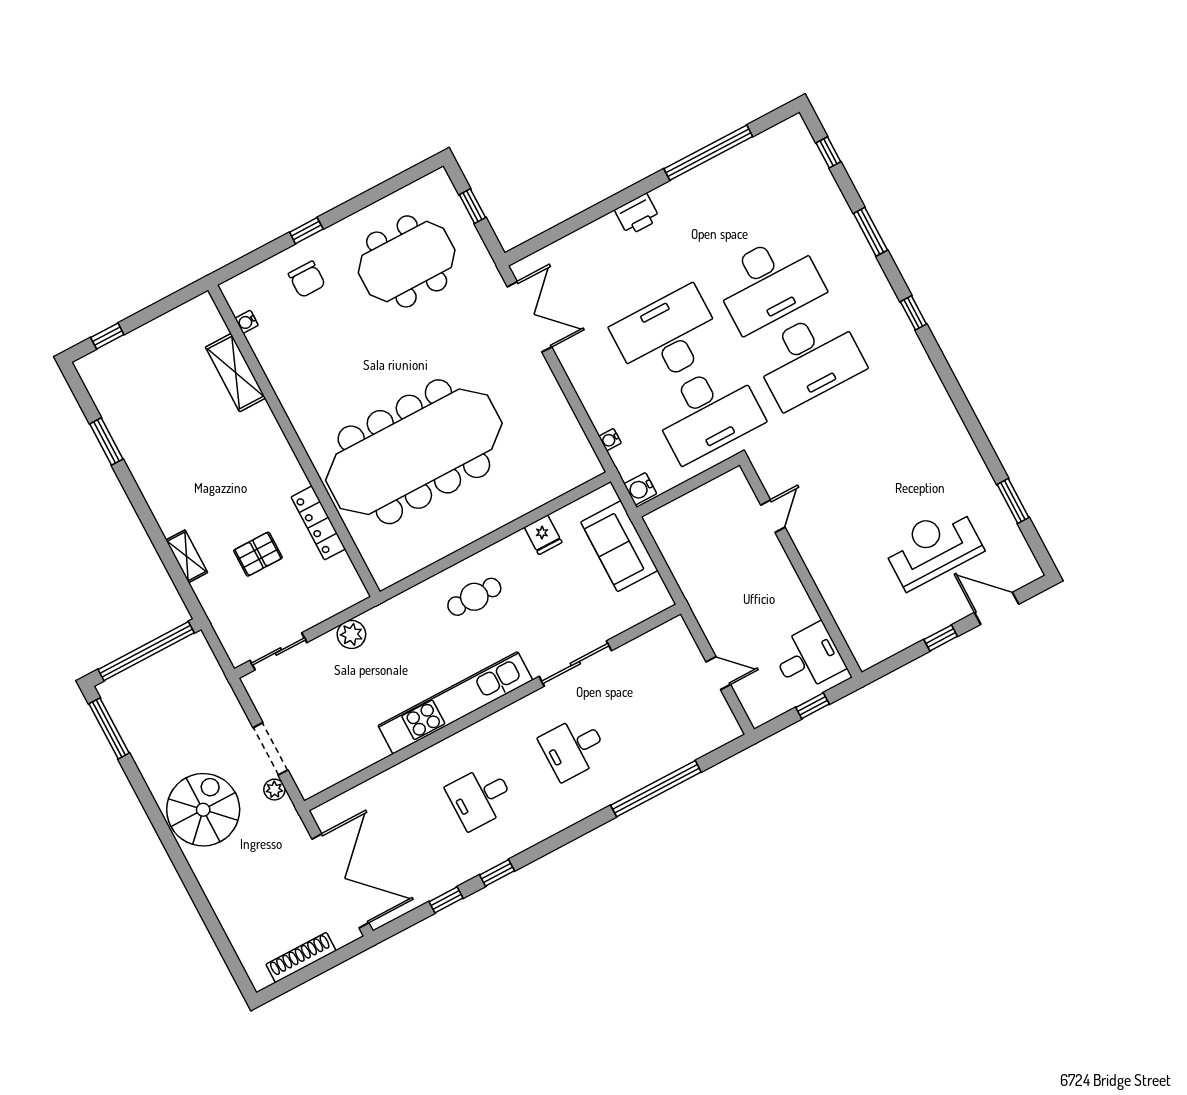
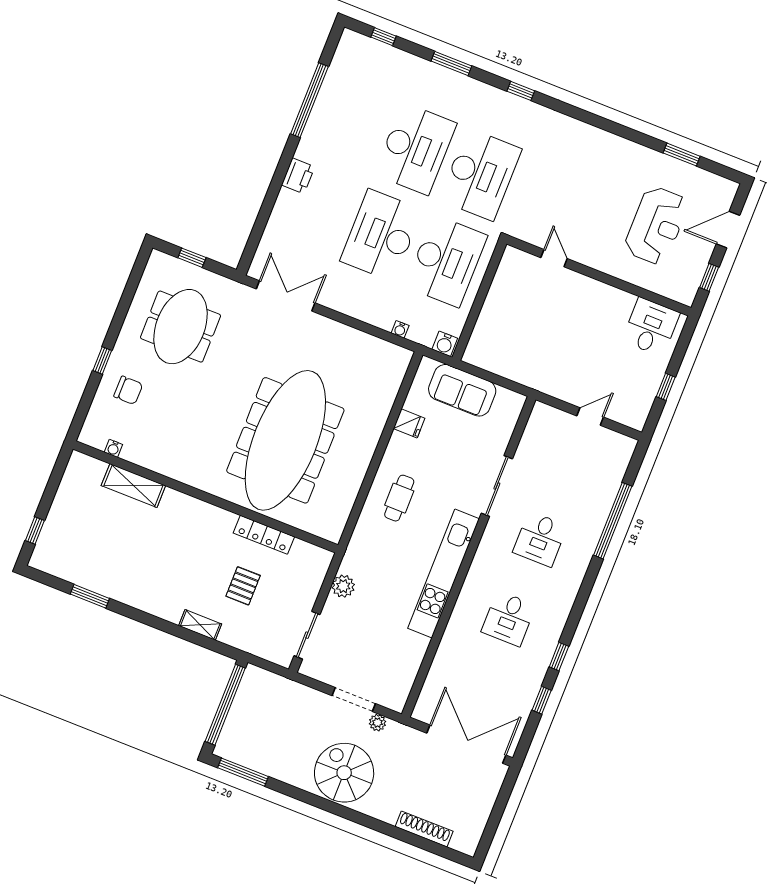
door: (773, 516) -> (554, 258), moved
reception desk: (933, 547) -> (656, 225), turned 180
wall: (801, 569) -> (599, 276), moved
desk: (809, 658) -> (651, 327), moved
shoe rack: (301, 957) -> (424, 829), moved, turned 90

